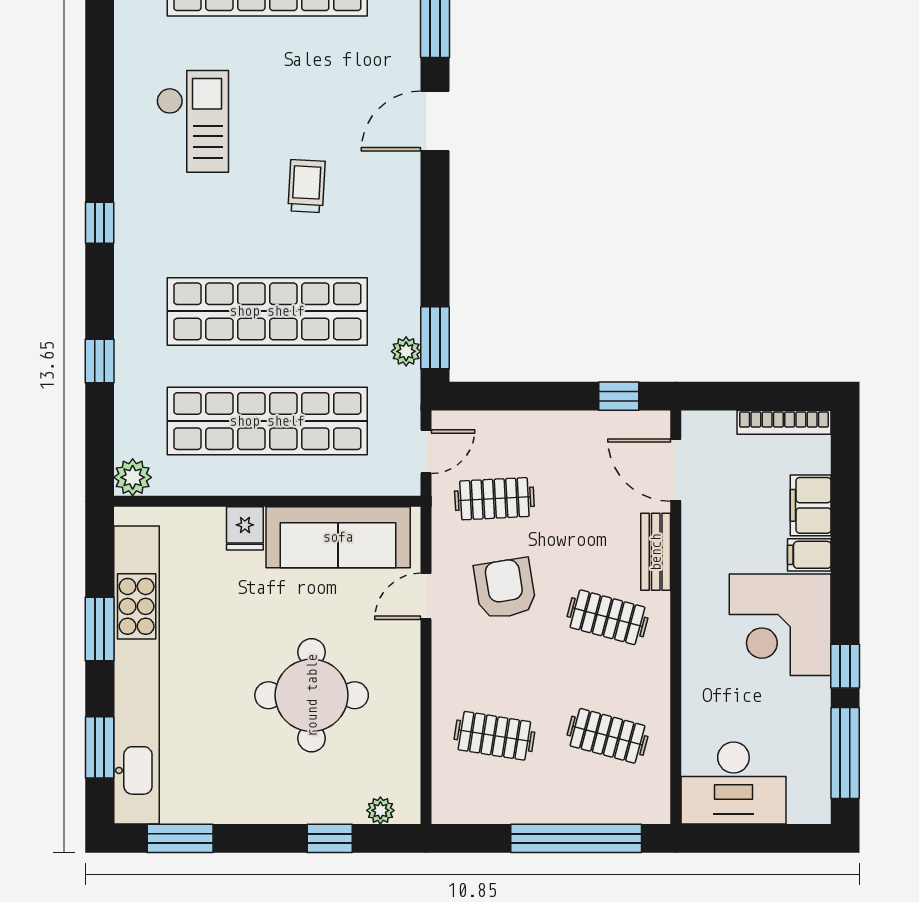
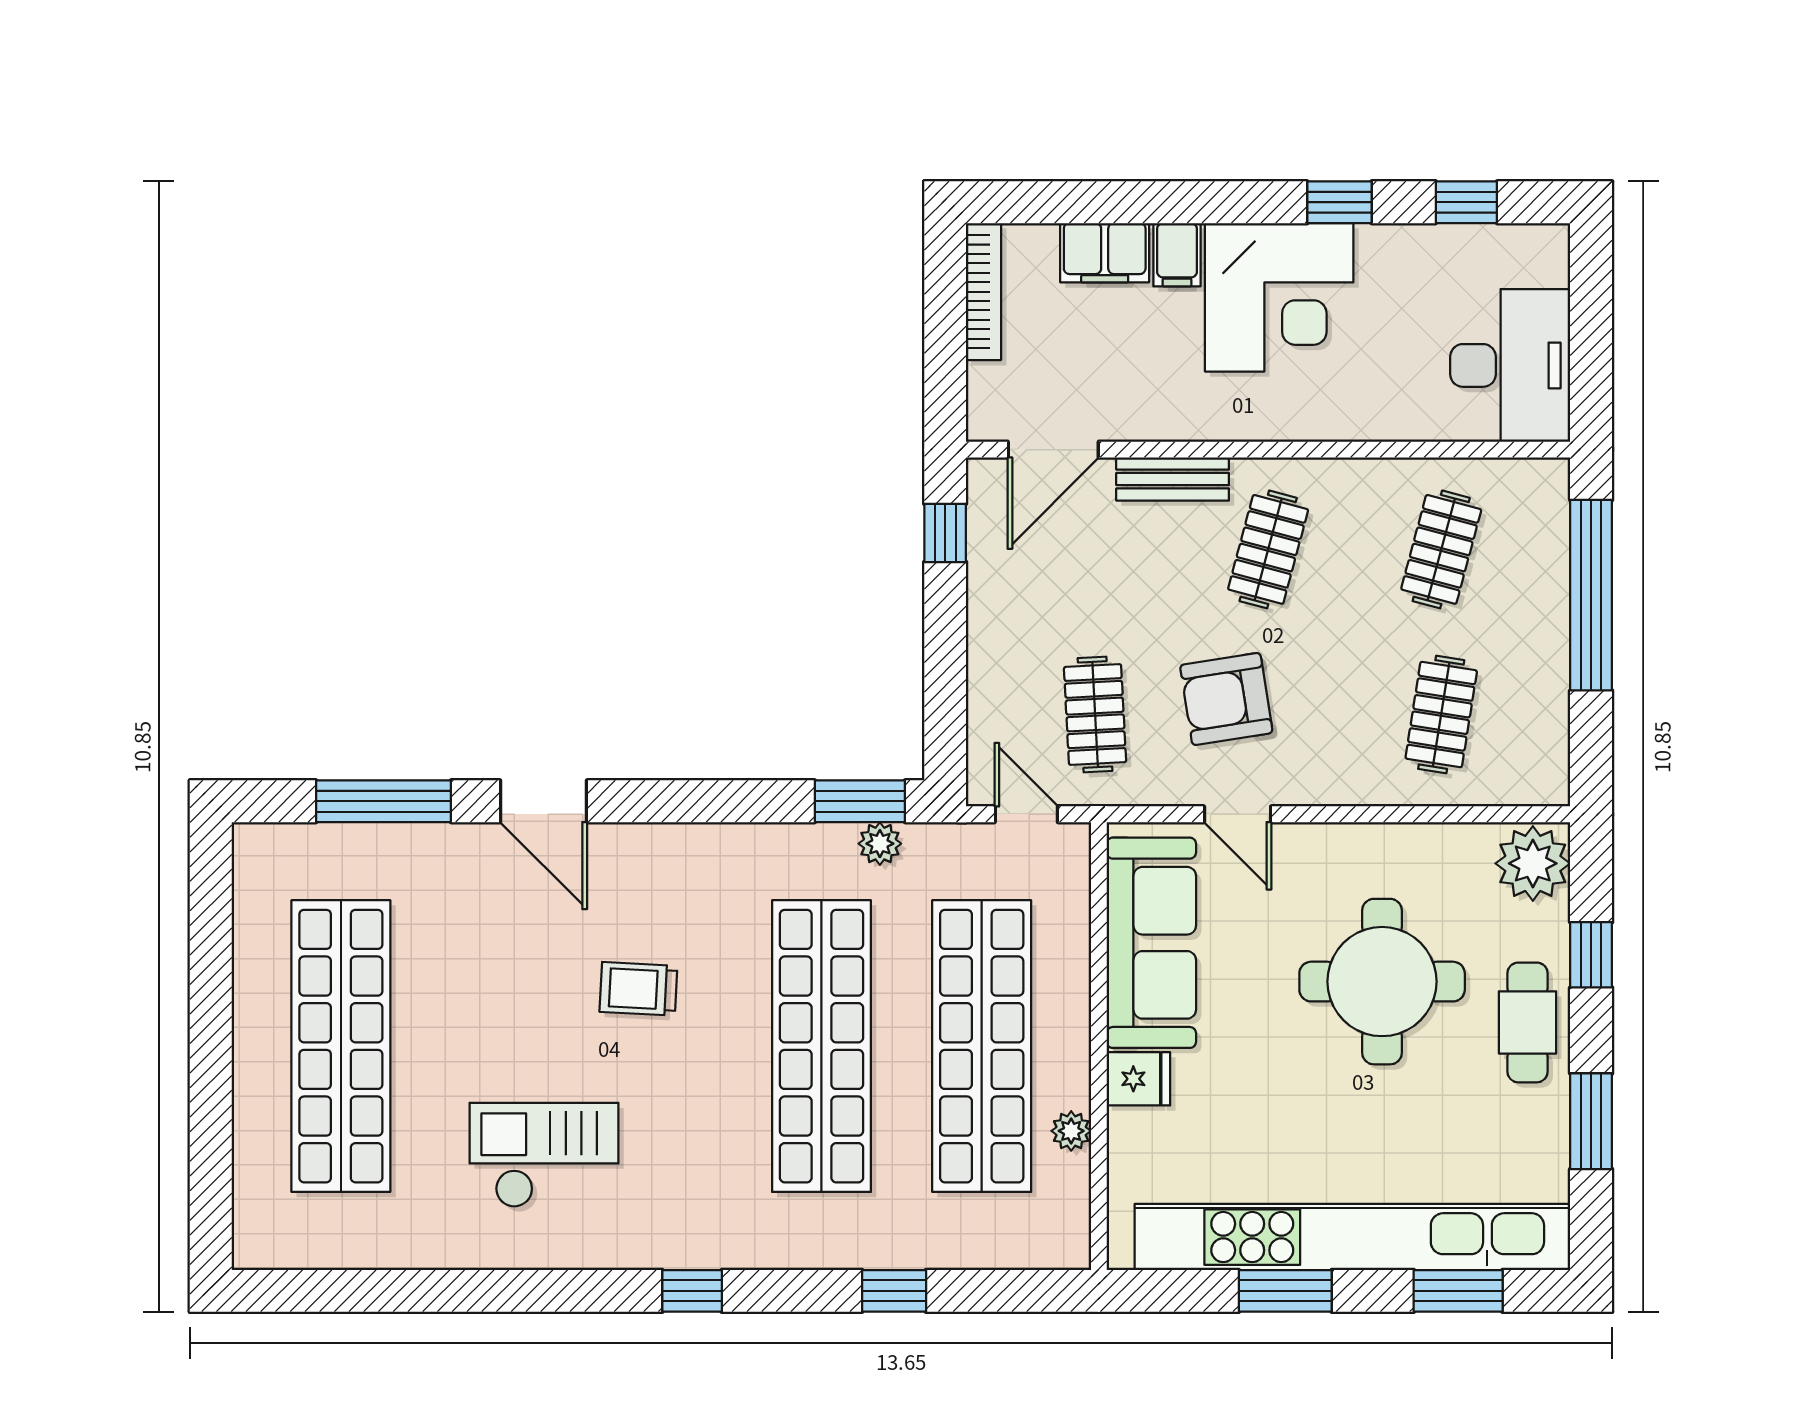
plant: (133, 477) -> (1071, 1131), moved, width x0.73, depth x0.73
window: (845, 753) -> (1466, 202), width x0.46
cafe table: (284, 795) -> (1528, 1022), added
plant: (380, 810) -> (1533, 863), width x1.88, depth x1.88
window: (180, 838) -> (1591, 1121), moved

